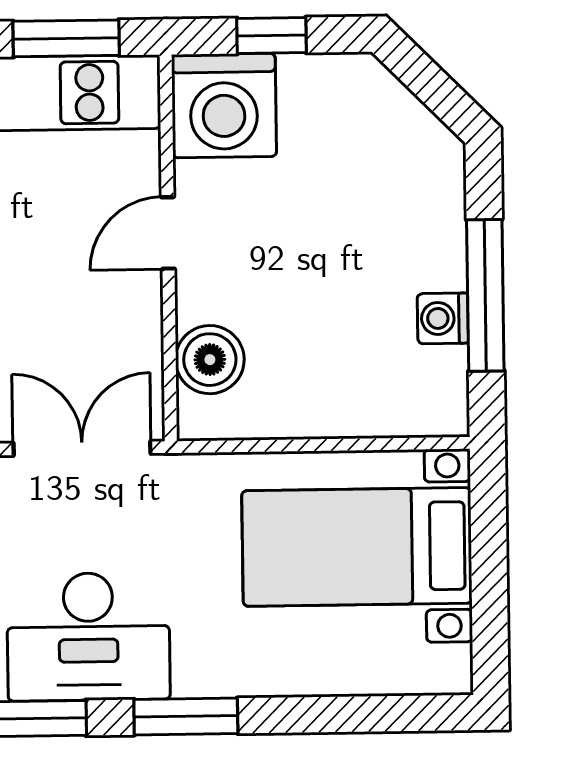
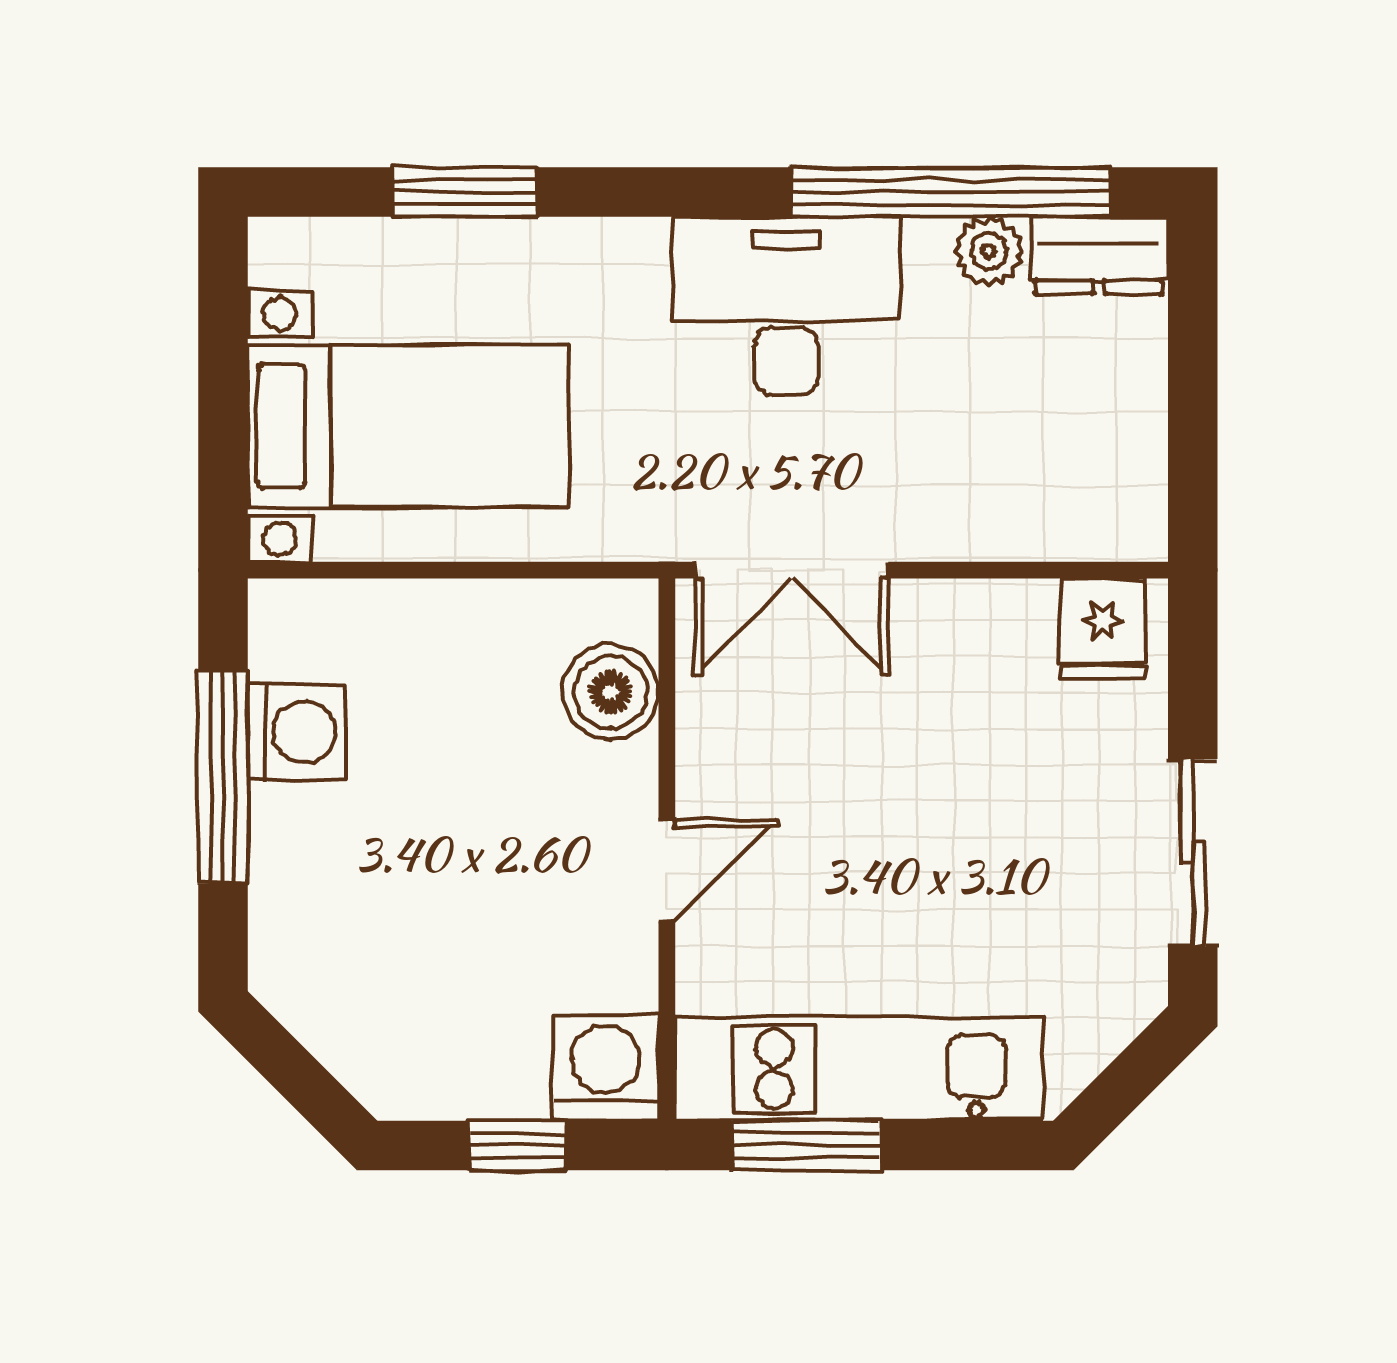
washing machine: (224, 106) -> (606, 1068), width x0.73, depth x0.73
washing machine: (443, 318) -> (296, 732), width x1.38, depth x1.38
window: (186, 716) -> (464, 192), moved

